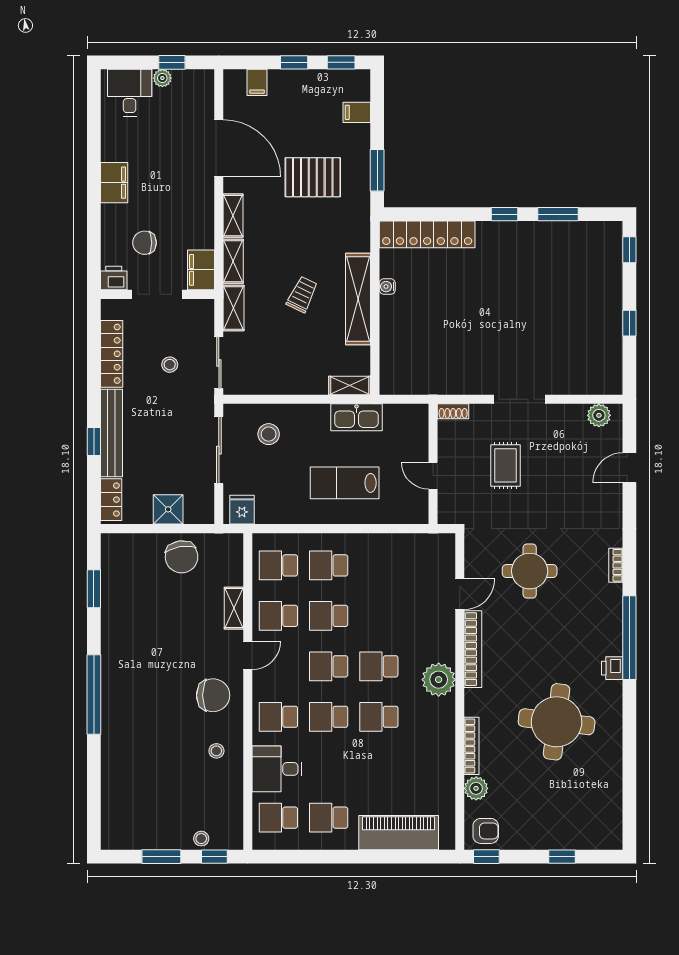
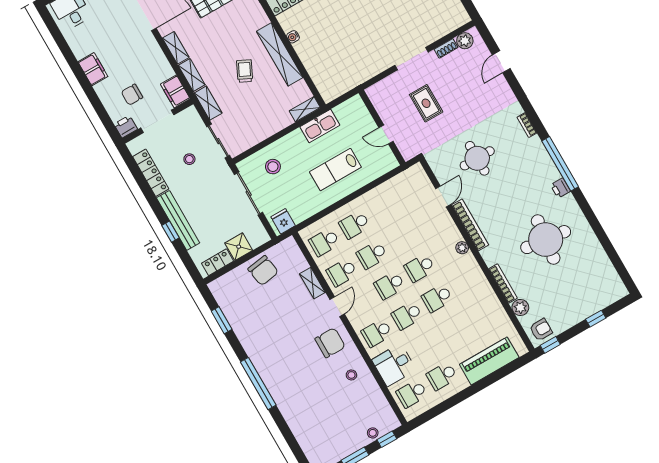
shoe rack: (453, 411) -> (446, 48), moved
locker: (111, 500) -> (218, 262), moved, turned -90
plant: (439, 680) -> (462, 248), width x0.53, depth x0.53

